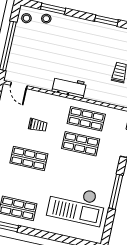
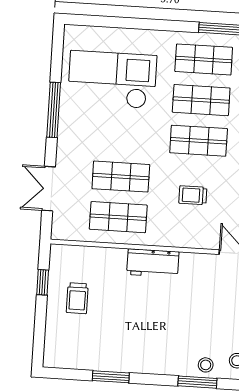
shop shelf: (23, 183) -> (201, 100), added

